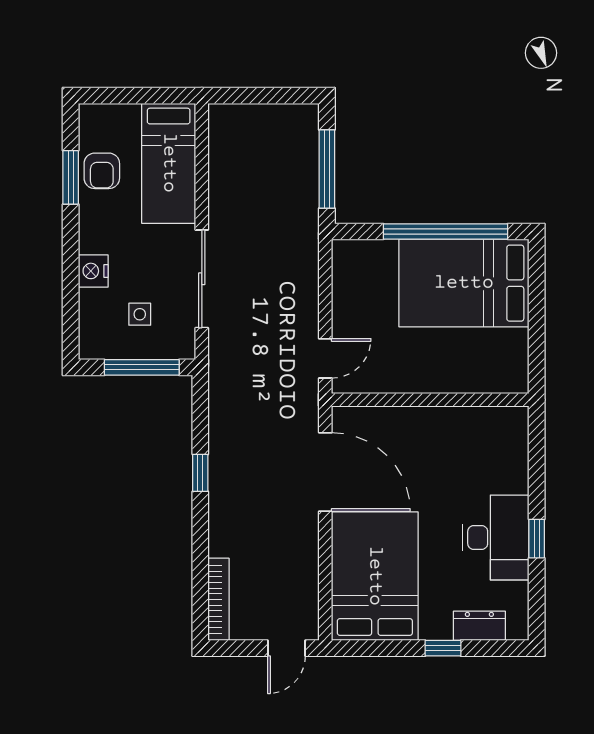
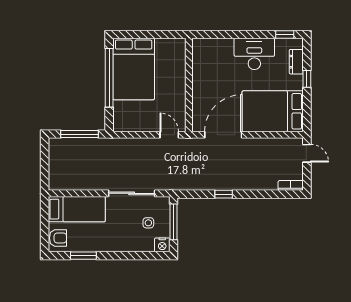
armchair: (102, 171) -> (58, 238), moved
nightstand: (93, 271) -> (162, 245), moved
window: (537, 539) -> (285, 34), moved
bookcase: (218, 599) -> (291, 185), width x0.64

